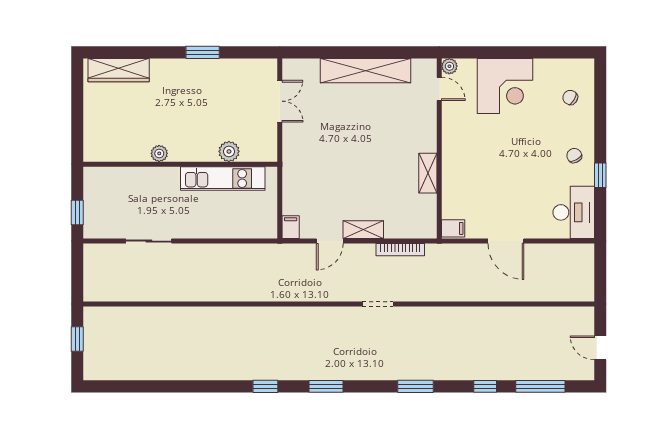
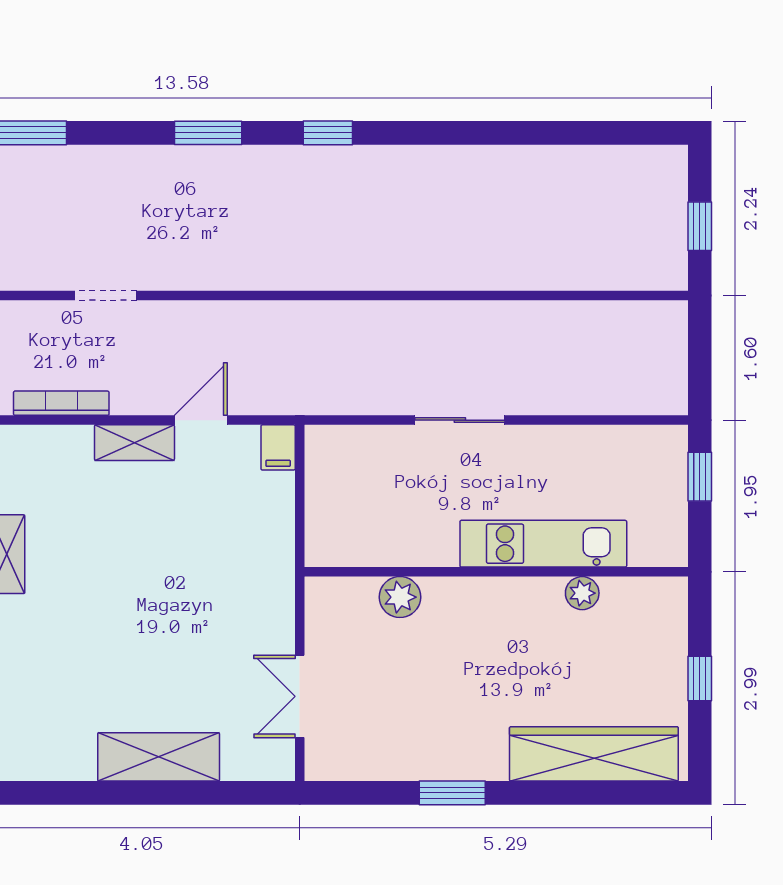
wardrobe: (119, 70) -> (594, 754), width x1.40, depth x1.17
shelving: (365, 71) -> (159, 757), width x0.68
window: (77, 110) -> (700, 678), added
plant: (159, 153) -> (582, 593), moved
kitchen unit: (223, 178) -> (543, 544), moved
sliding door: (149, 241) -> (460, 420), moved

